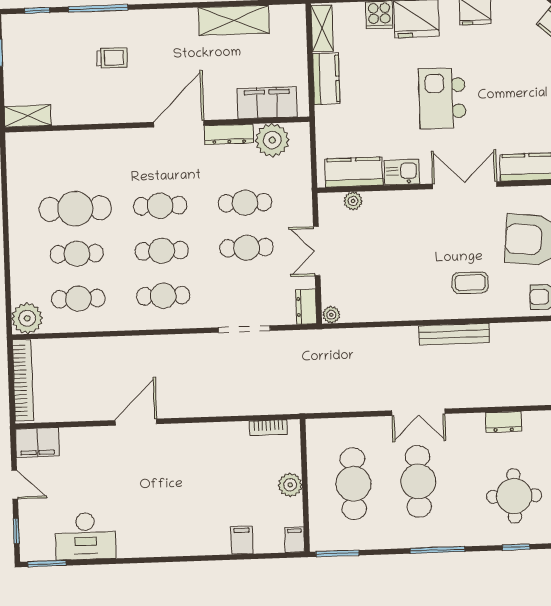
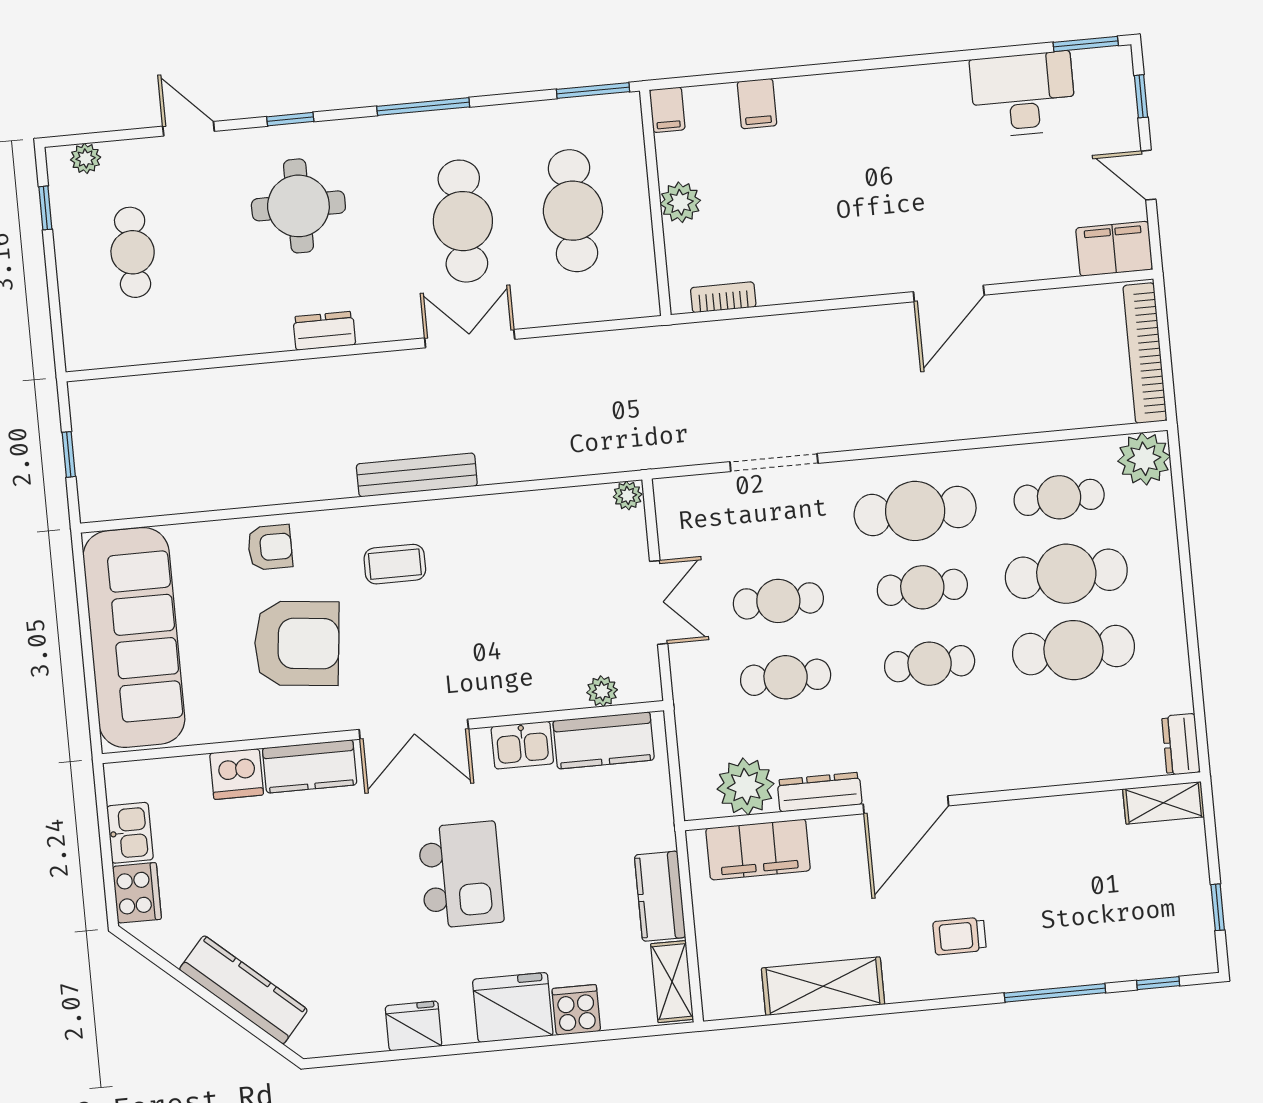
trolley: (112, 58) -> (960, 936), moved
cafe table: (77, 254) -> (1066, 574), width x1.37, depth x1.35
cafe table: (163, 296) -> (915, 511), width x1.37, depth x1.35
dresser: (306, 307) -> (1181, 744), moved, turned 180

